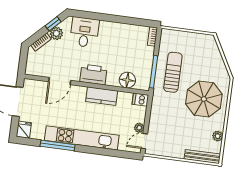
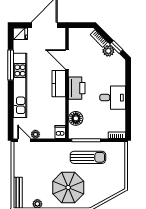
desk: (84, 32) -> (113, 98), moved
kitchen counter: (102, 96) -> (59, 84), moved

